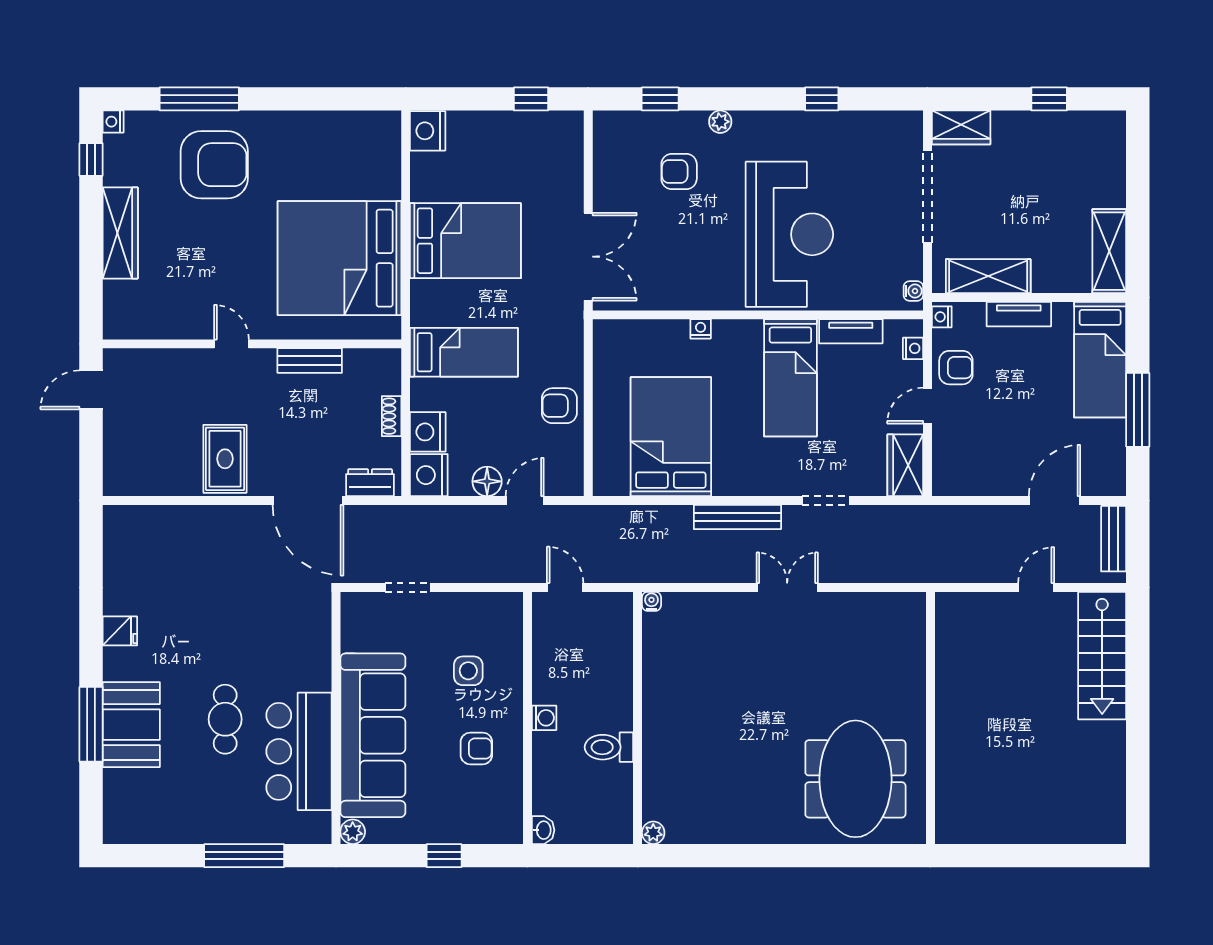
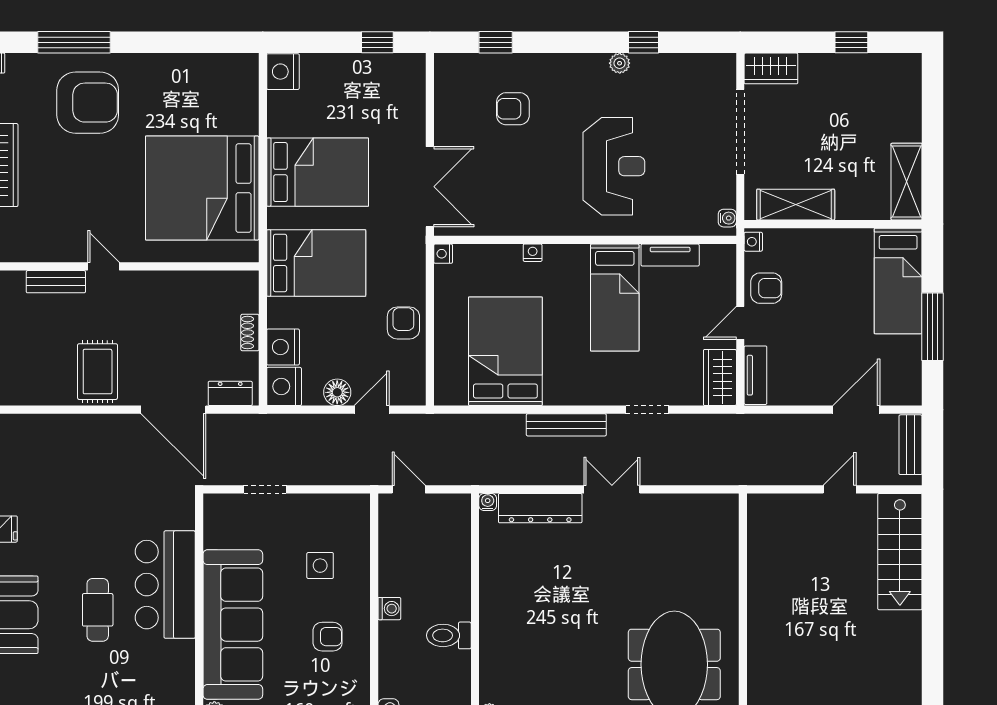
plant: (720, 122) -> (620, 63), moved
reception desk: (789, 234) -> (614, 166), width x0.74, depth x0.77
tv unit: (1019, 314) -> (755, 375), moved, turned -90
nightstand: (913, 348) -> (443, 254), moved, turned 180
bed: (464, 352) -> (316, 263), width x1.50
bench: (310, 361) -> (56, 282), moved
armchair: (559, 406) -> (403, 323), turned 90
dresser: (709, 608) -> (540, 508), added
bar counter: (299, 751) -> (165, 585), moved

